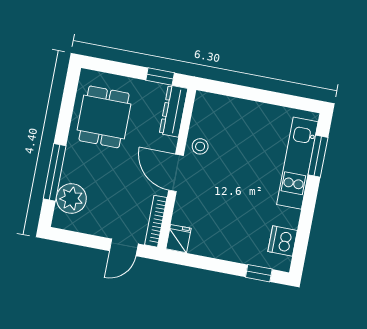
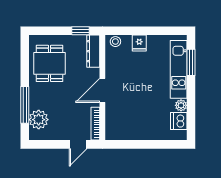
stool: (200, 146) -> (115, 42), moved
door: (176, 173) -> (102, 90), hinge flipped
plant: (291, 218) -> (181, 105), added
fridge: (178, 239) -> (139, 43), moved, turned 180
window: (259, 273) -> (167, 144), removed

